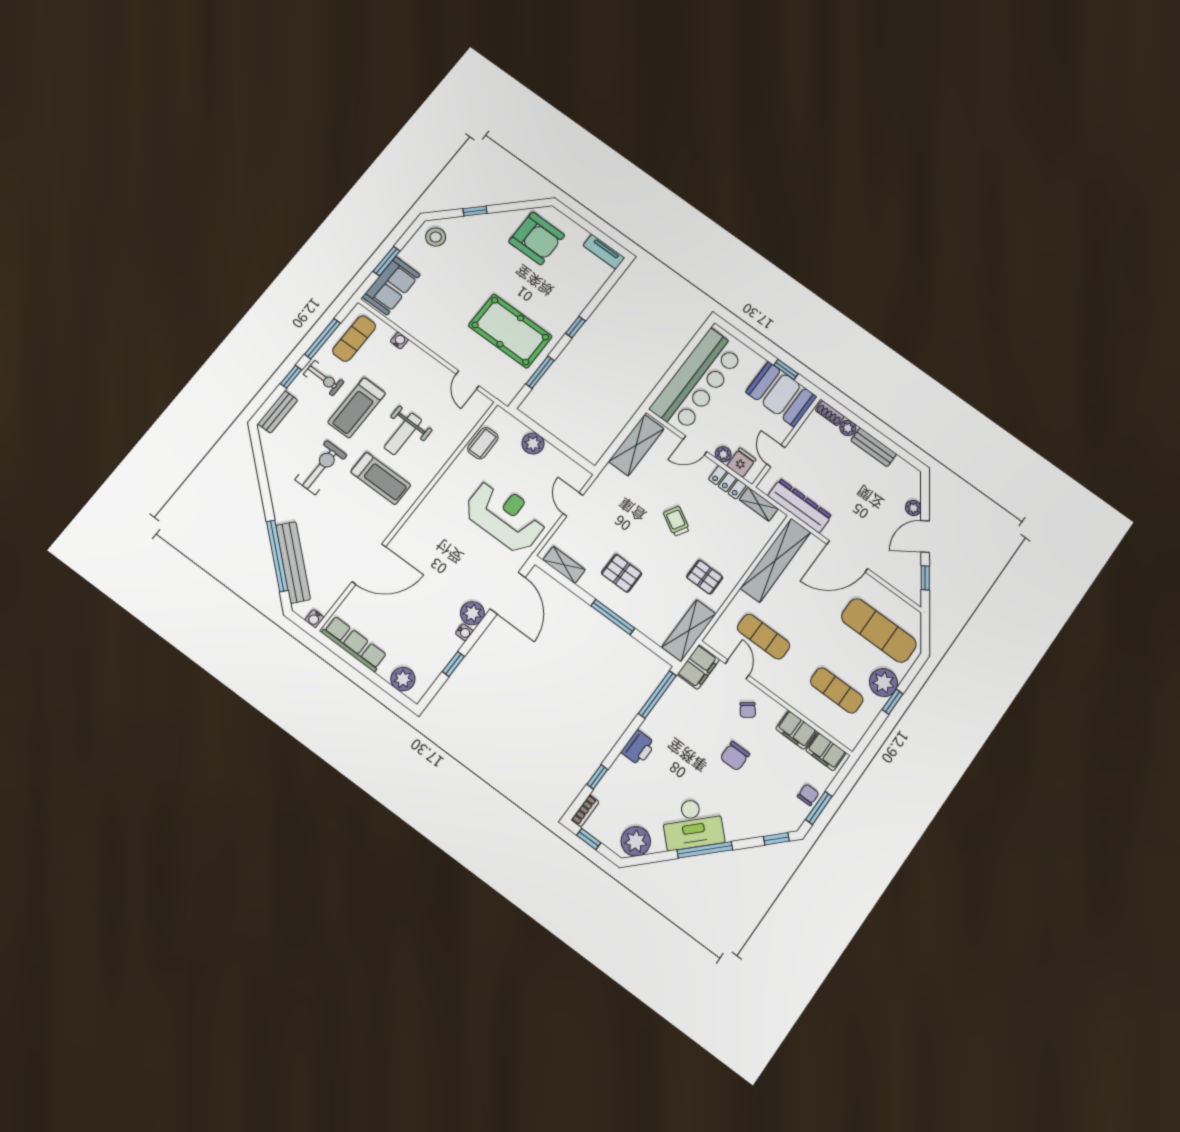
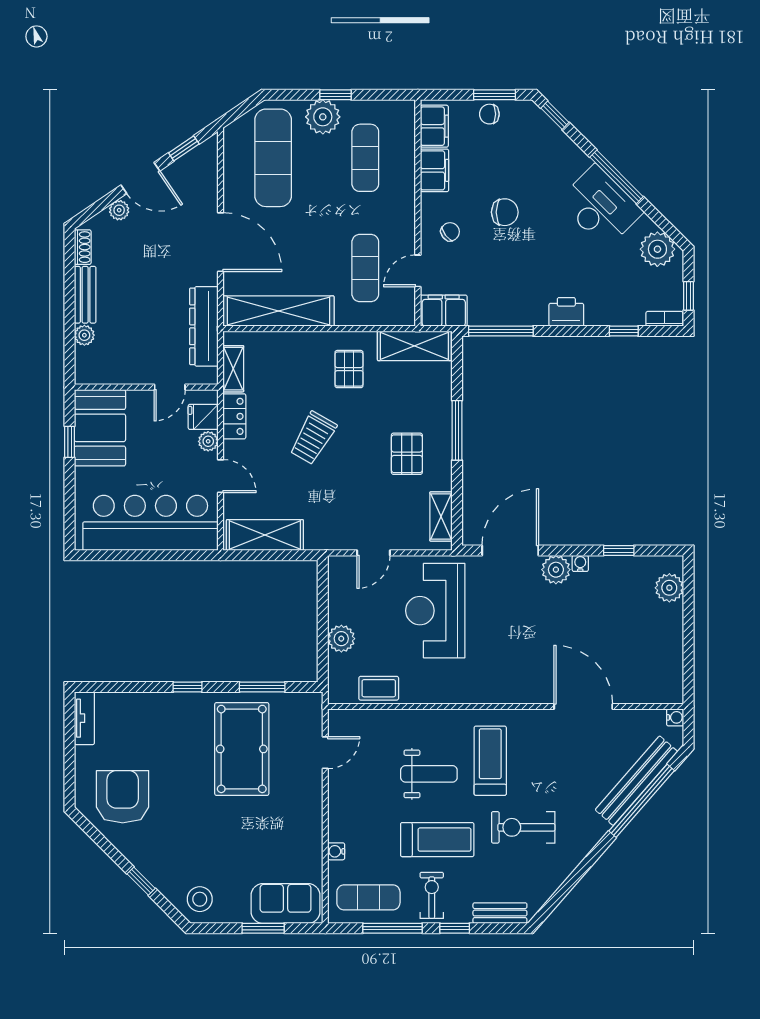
shoe rack: (830, 413) -> (83, 247), moved
trolley: (677, 521) -> (313, 438), width x1.36, depth x1.39
row of seats: (354, 644) -> (671, 660), removed

